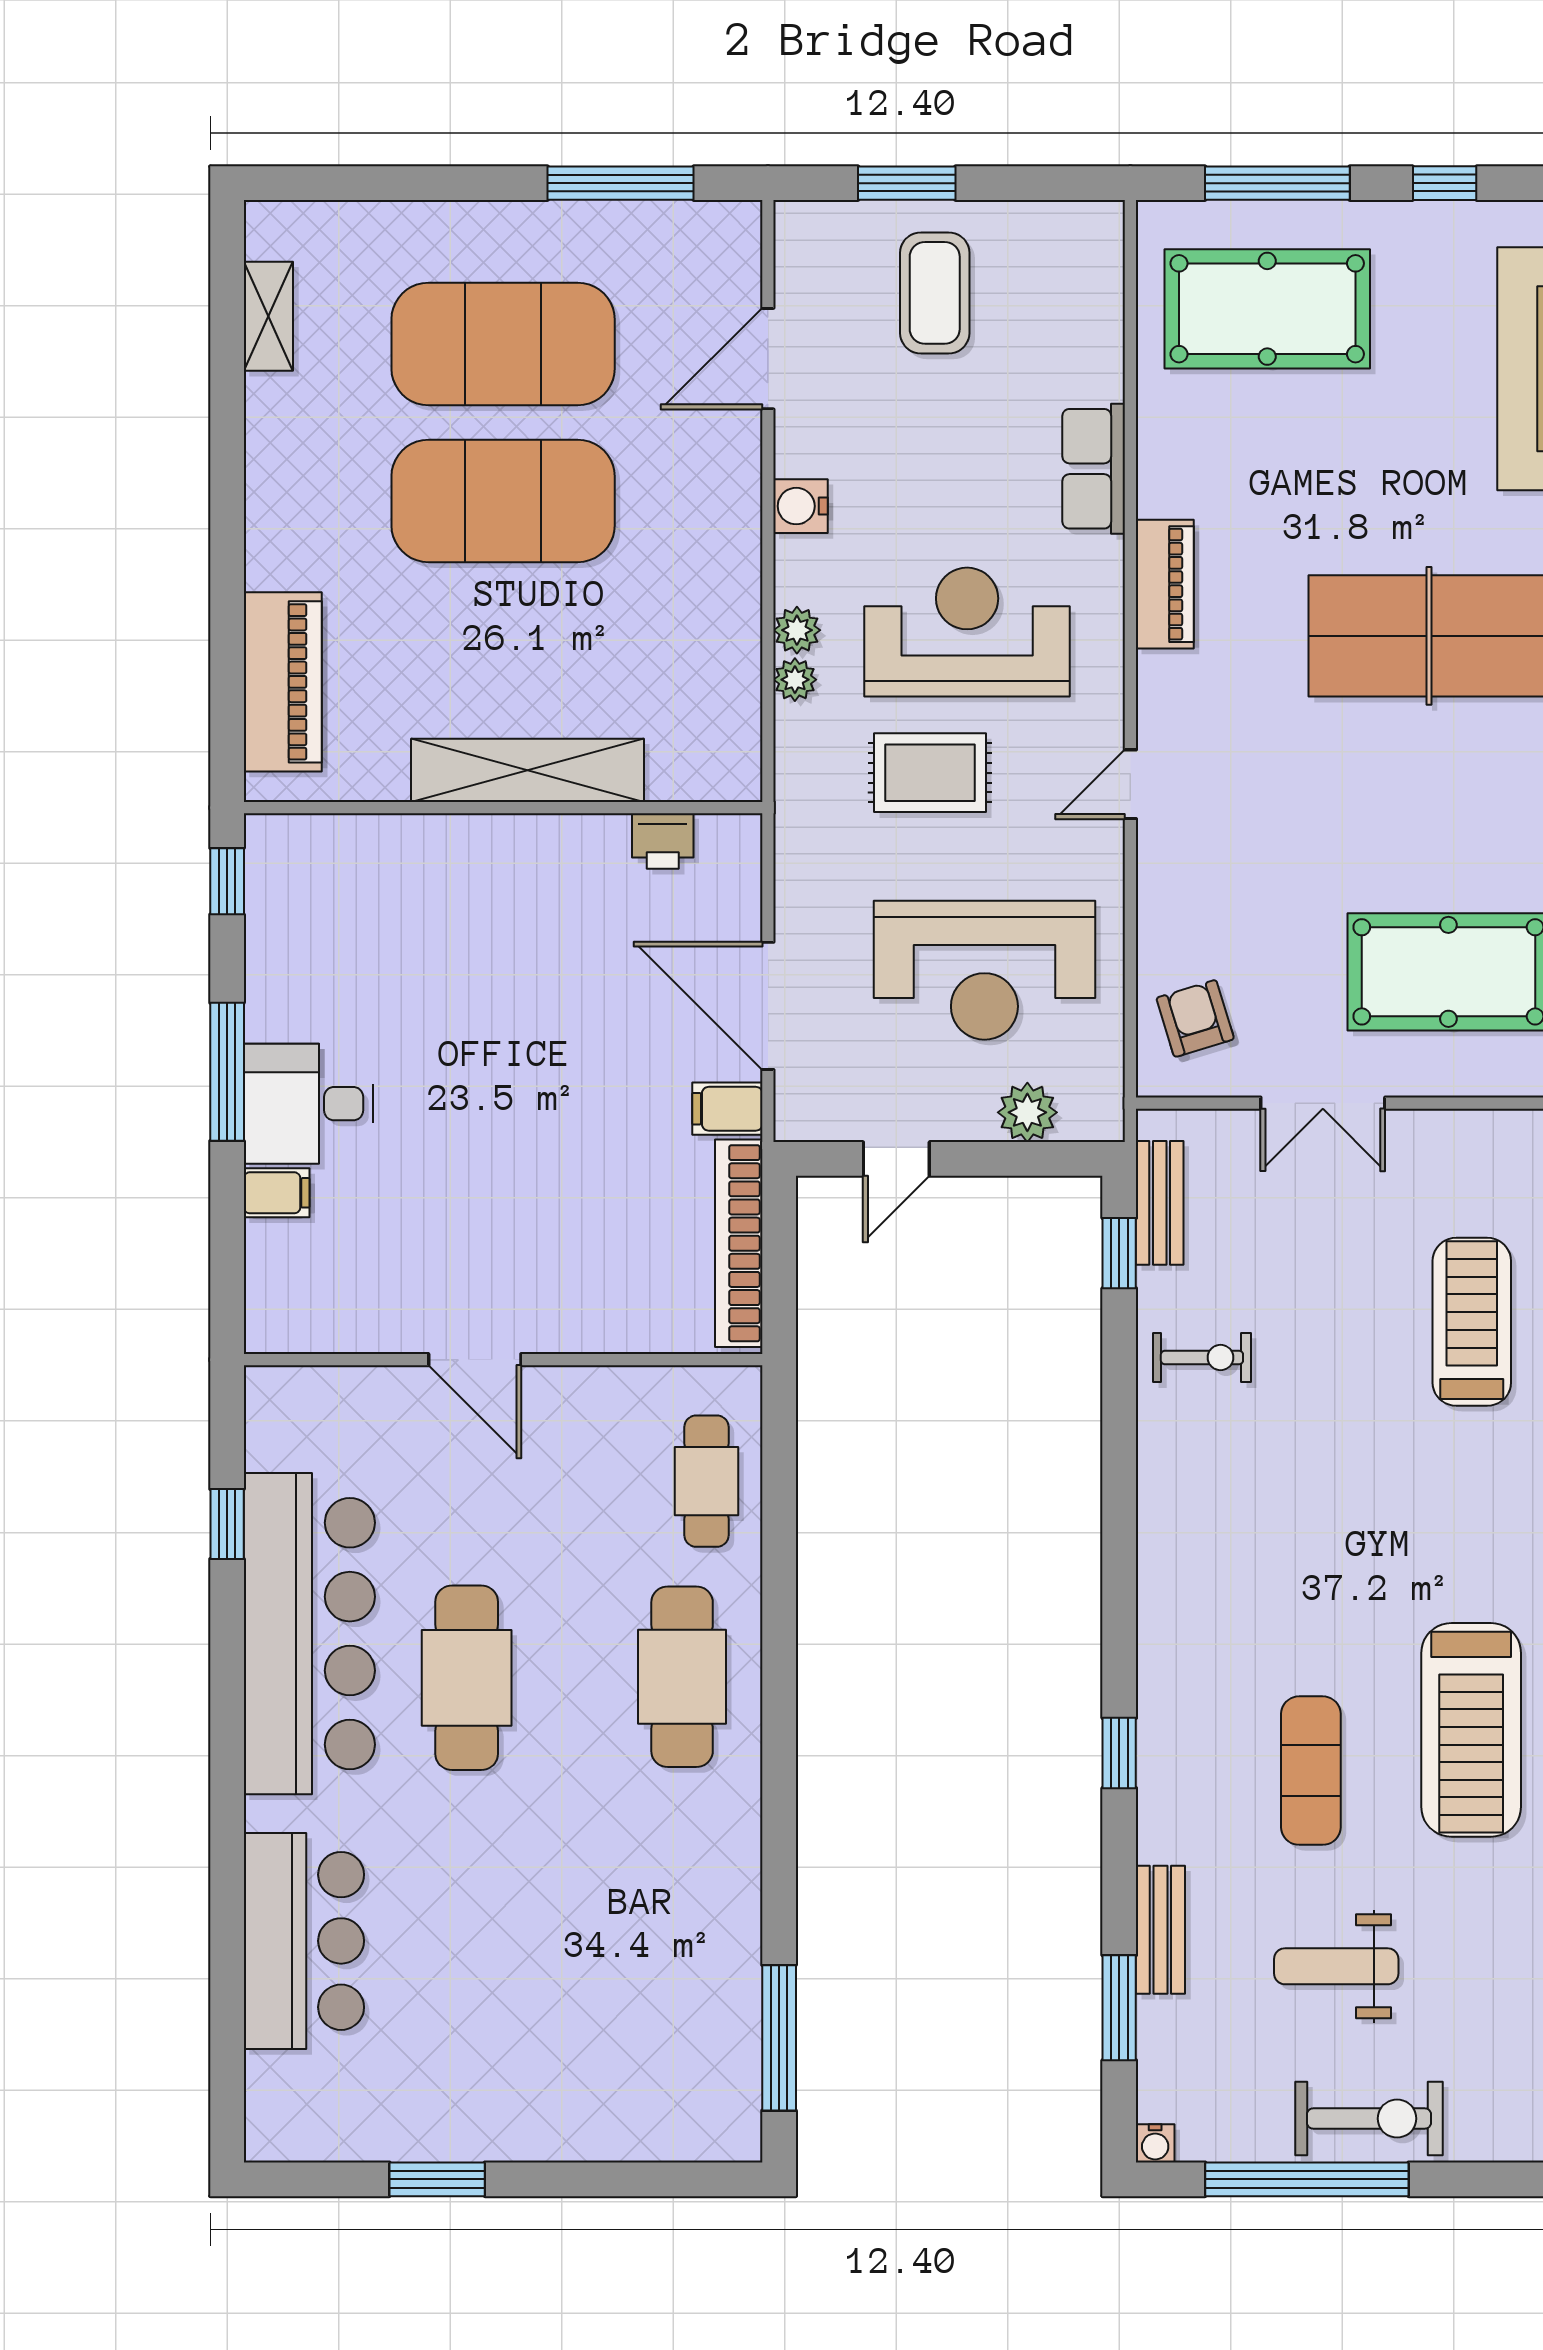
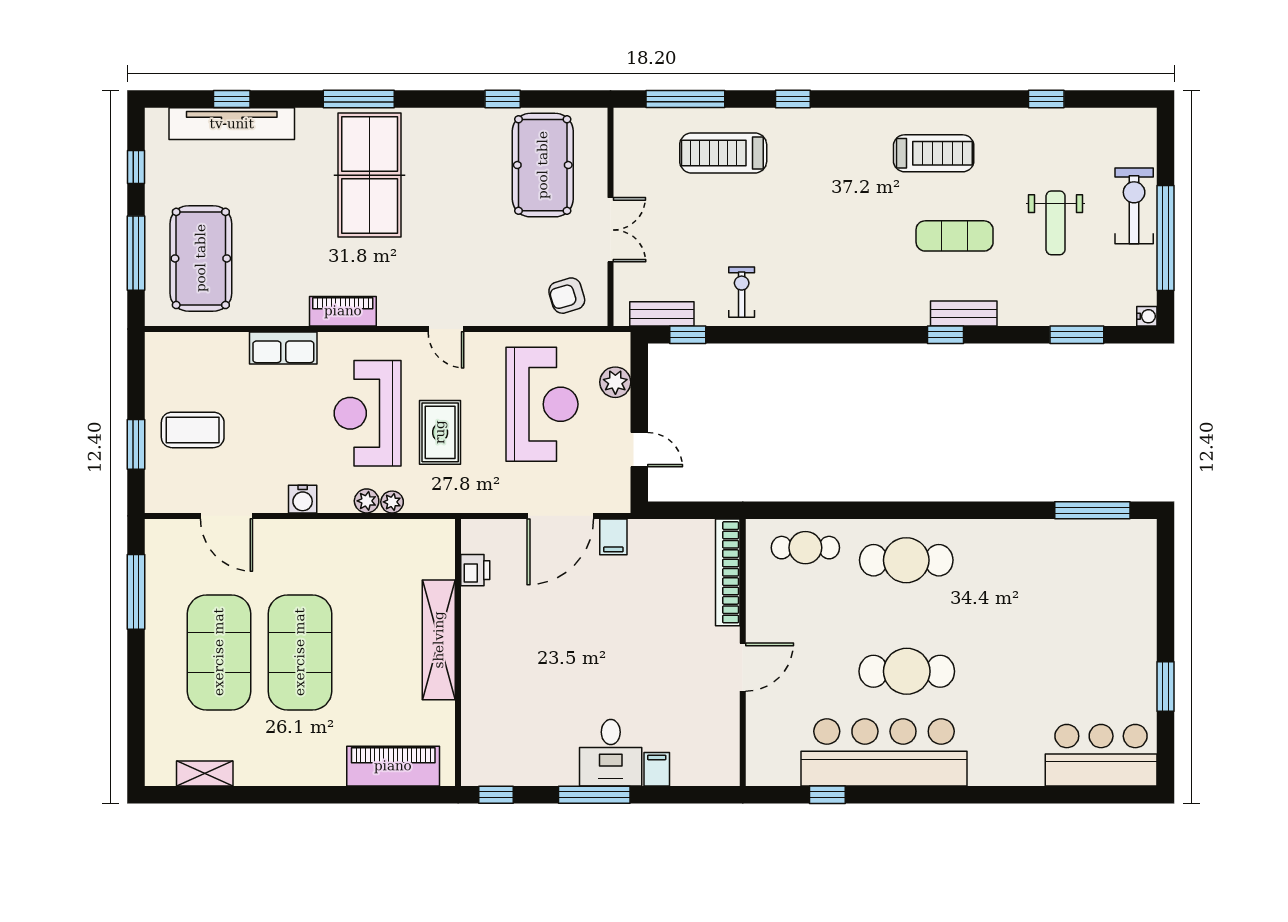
bookcase: (739, 1243) -> (728, 572), moved, turned 90
treadmill: (1471, 1730) -> (934, 153), width x0.73, depth x0.73
bench: (1160, 1930) -> (964, 314), moved
bar counter: (304, 1941) -> (1101, 755), moved

